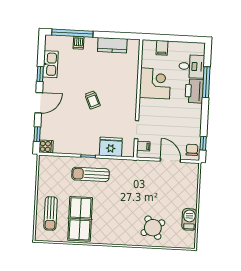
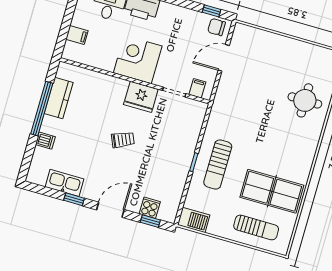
window: (72, 33) -> (42, 109), moved
corner desk: (155, 83) -> (138, 59), moved
door: (39, 103) -> (110, 210), hinge flipped
cooker: (46, 146) -> (150, 208), moved
fridge: (111, 147) -> (141, 97), moved, turned -90
barbecue: (189, 219) -> (194, 220), moved, turned 180
round table: (153, 228) -> (305, 100), turned 32

